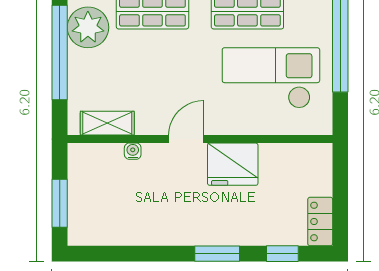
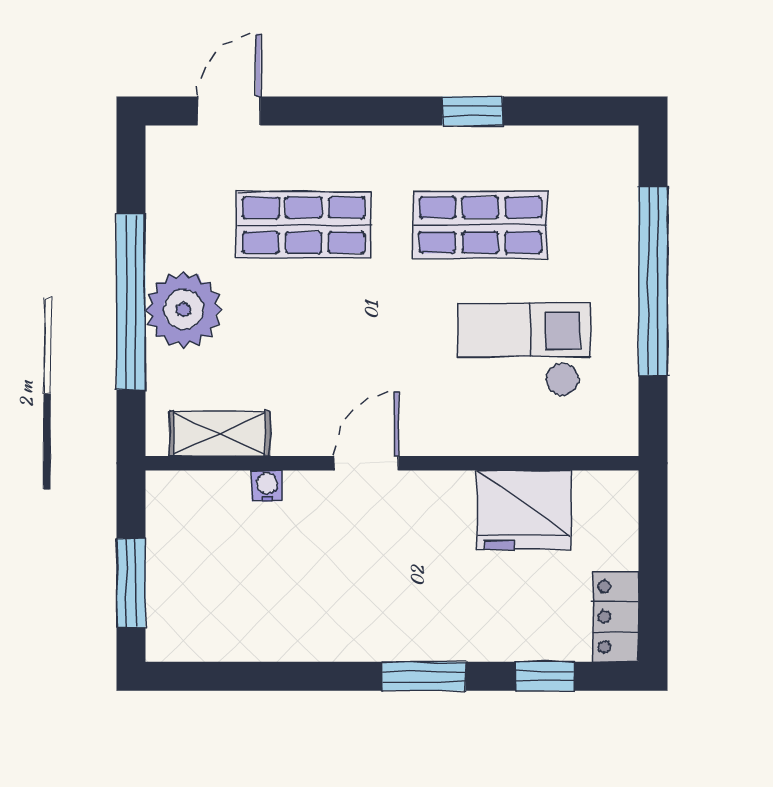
plant: (88, 27) -> (184, 309), moved
checkout: (271, 78) -> (524, 349), width x0.73, depth x0.83
fridge: (233, 164) -> (524, 510), moved

